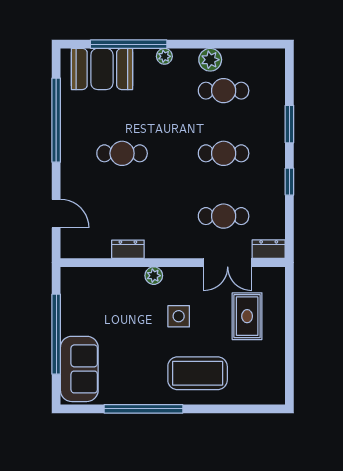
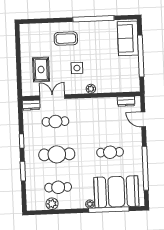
plant: (210, 60) -> (52, 204), moved
booth: (102, 69) -> (116, 192), width x1.36, depth x1.42
cafe table: (224, 153) -> (57, 154), width x1.37, depth x1.35
dresser: (128, 249) -> (126, 101), moved
coffee table: (198, 373) -> (66, 39), width x0.73, depth x0.76

